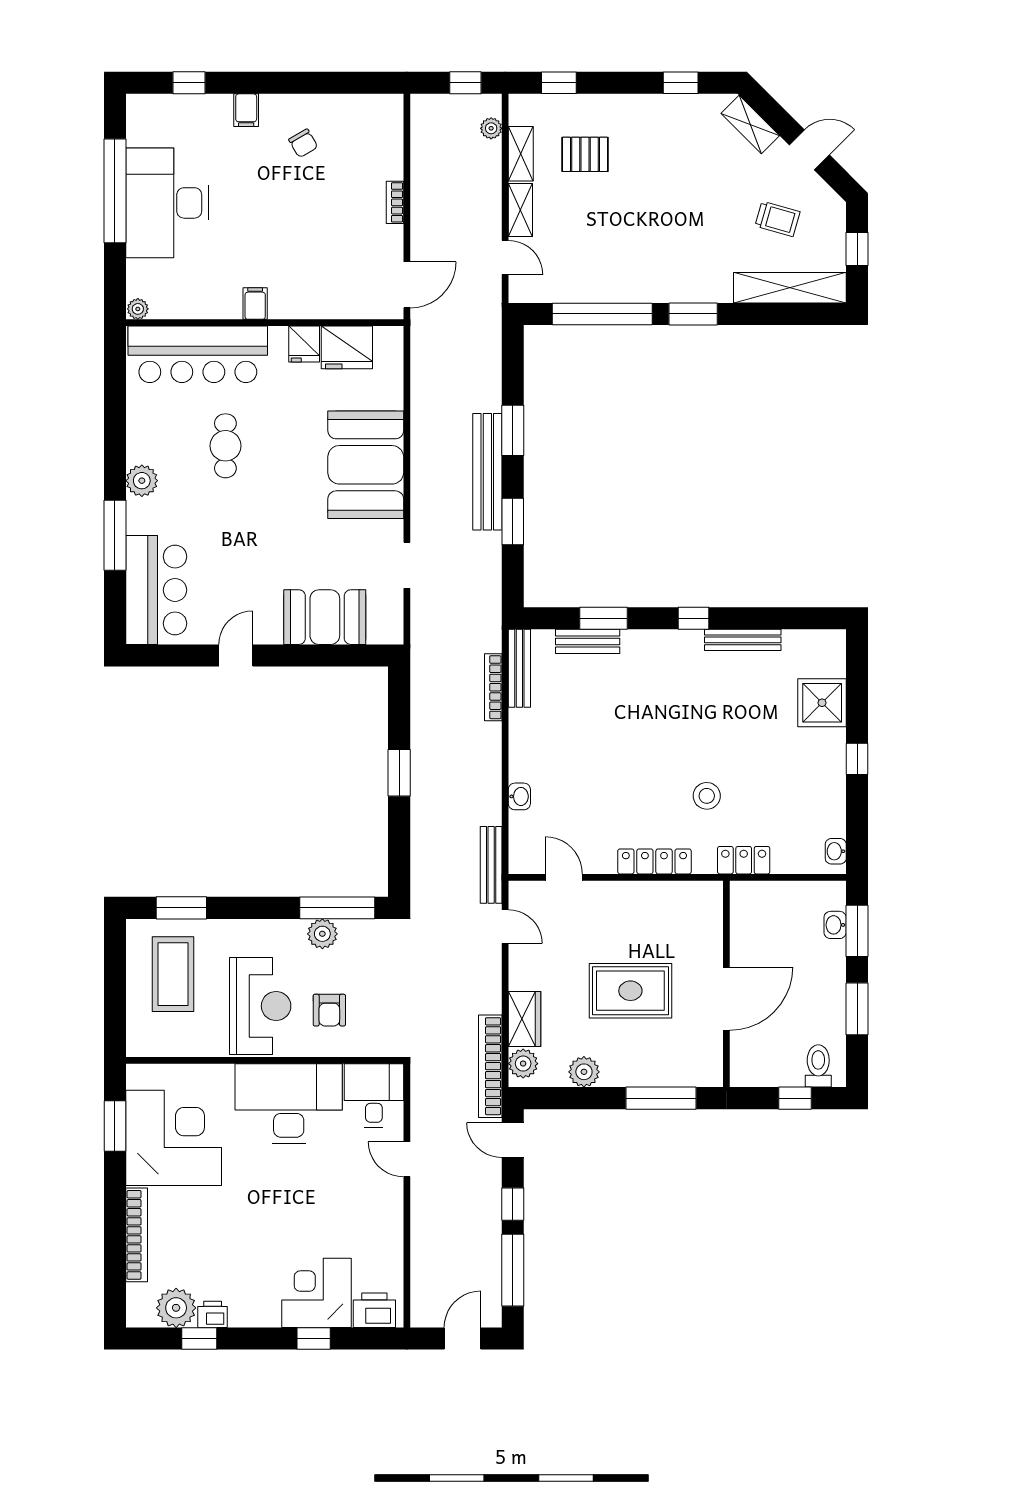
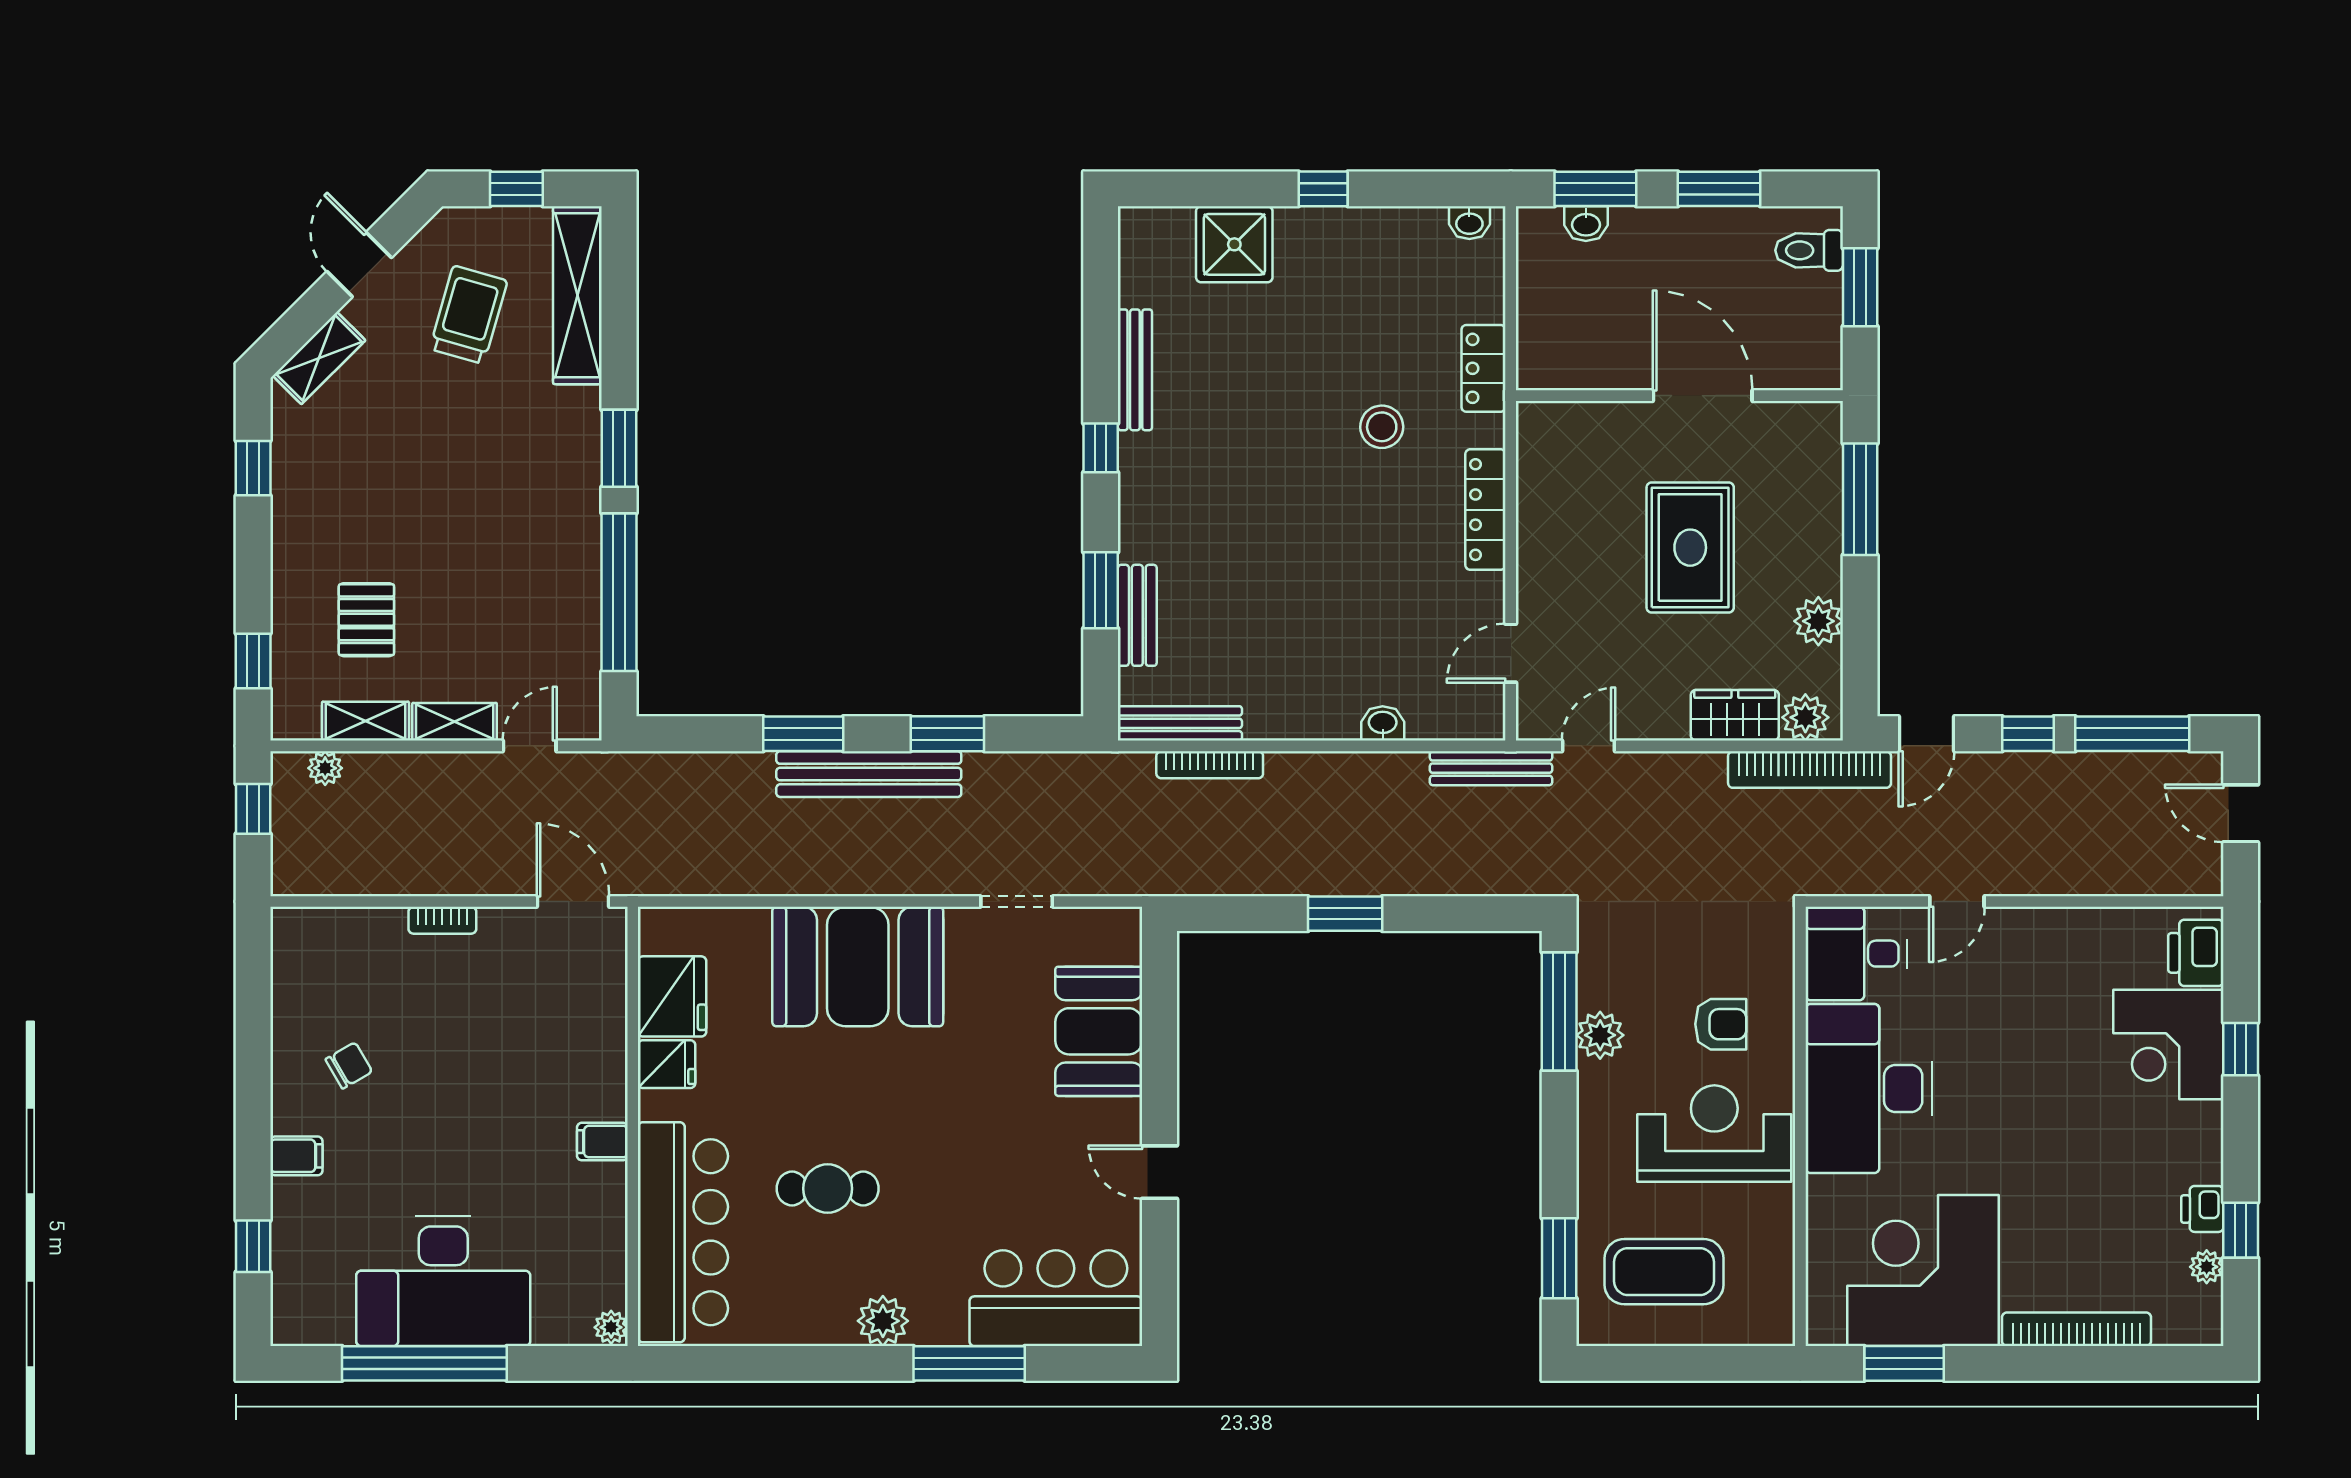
trolley: (778, 219) -> (468, 315), width x1.36, depth x1.39
window: (795, 1098) -> (1860, 287), width x1.50
plant: (176, 1308) -> (2207, 1267), width x0.53, depth x0.53

